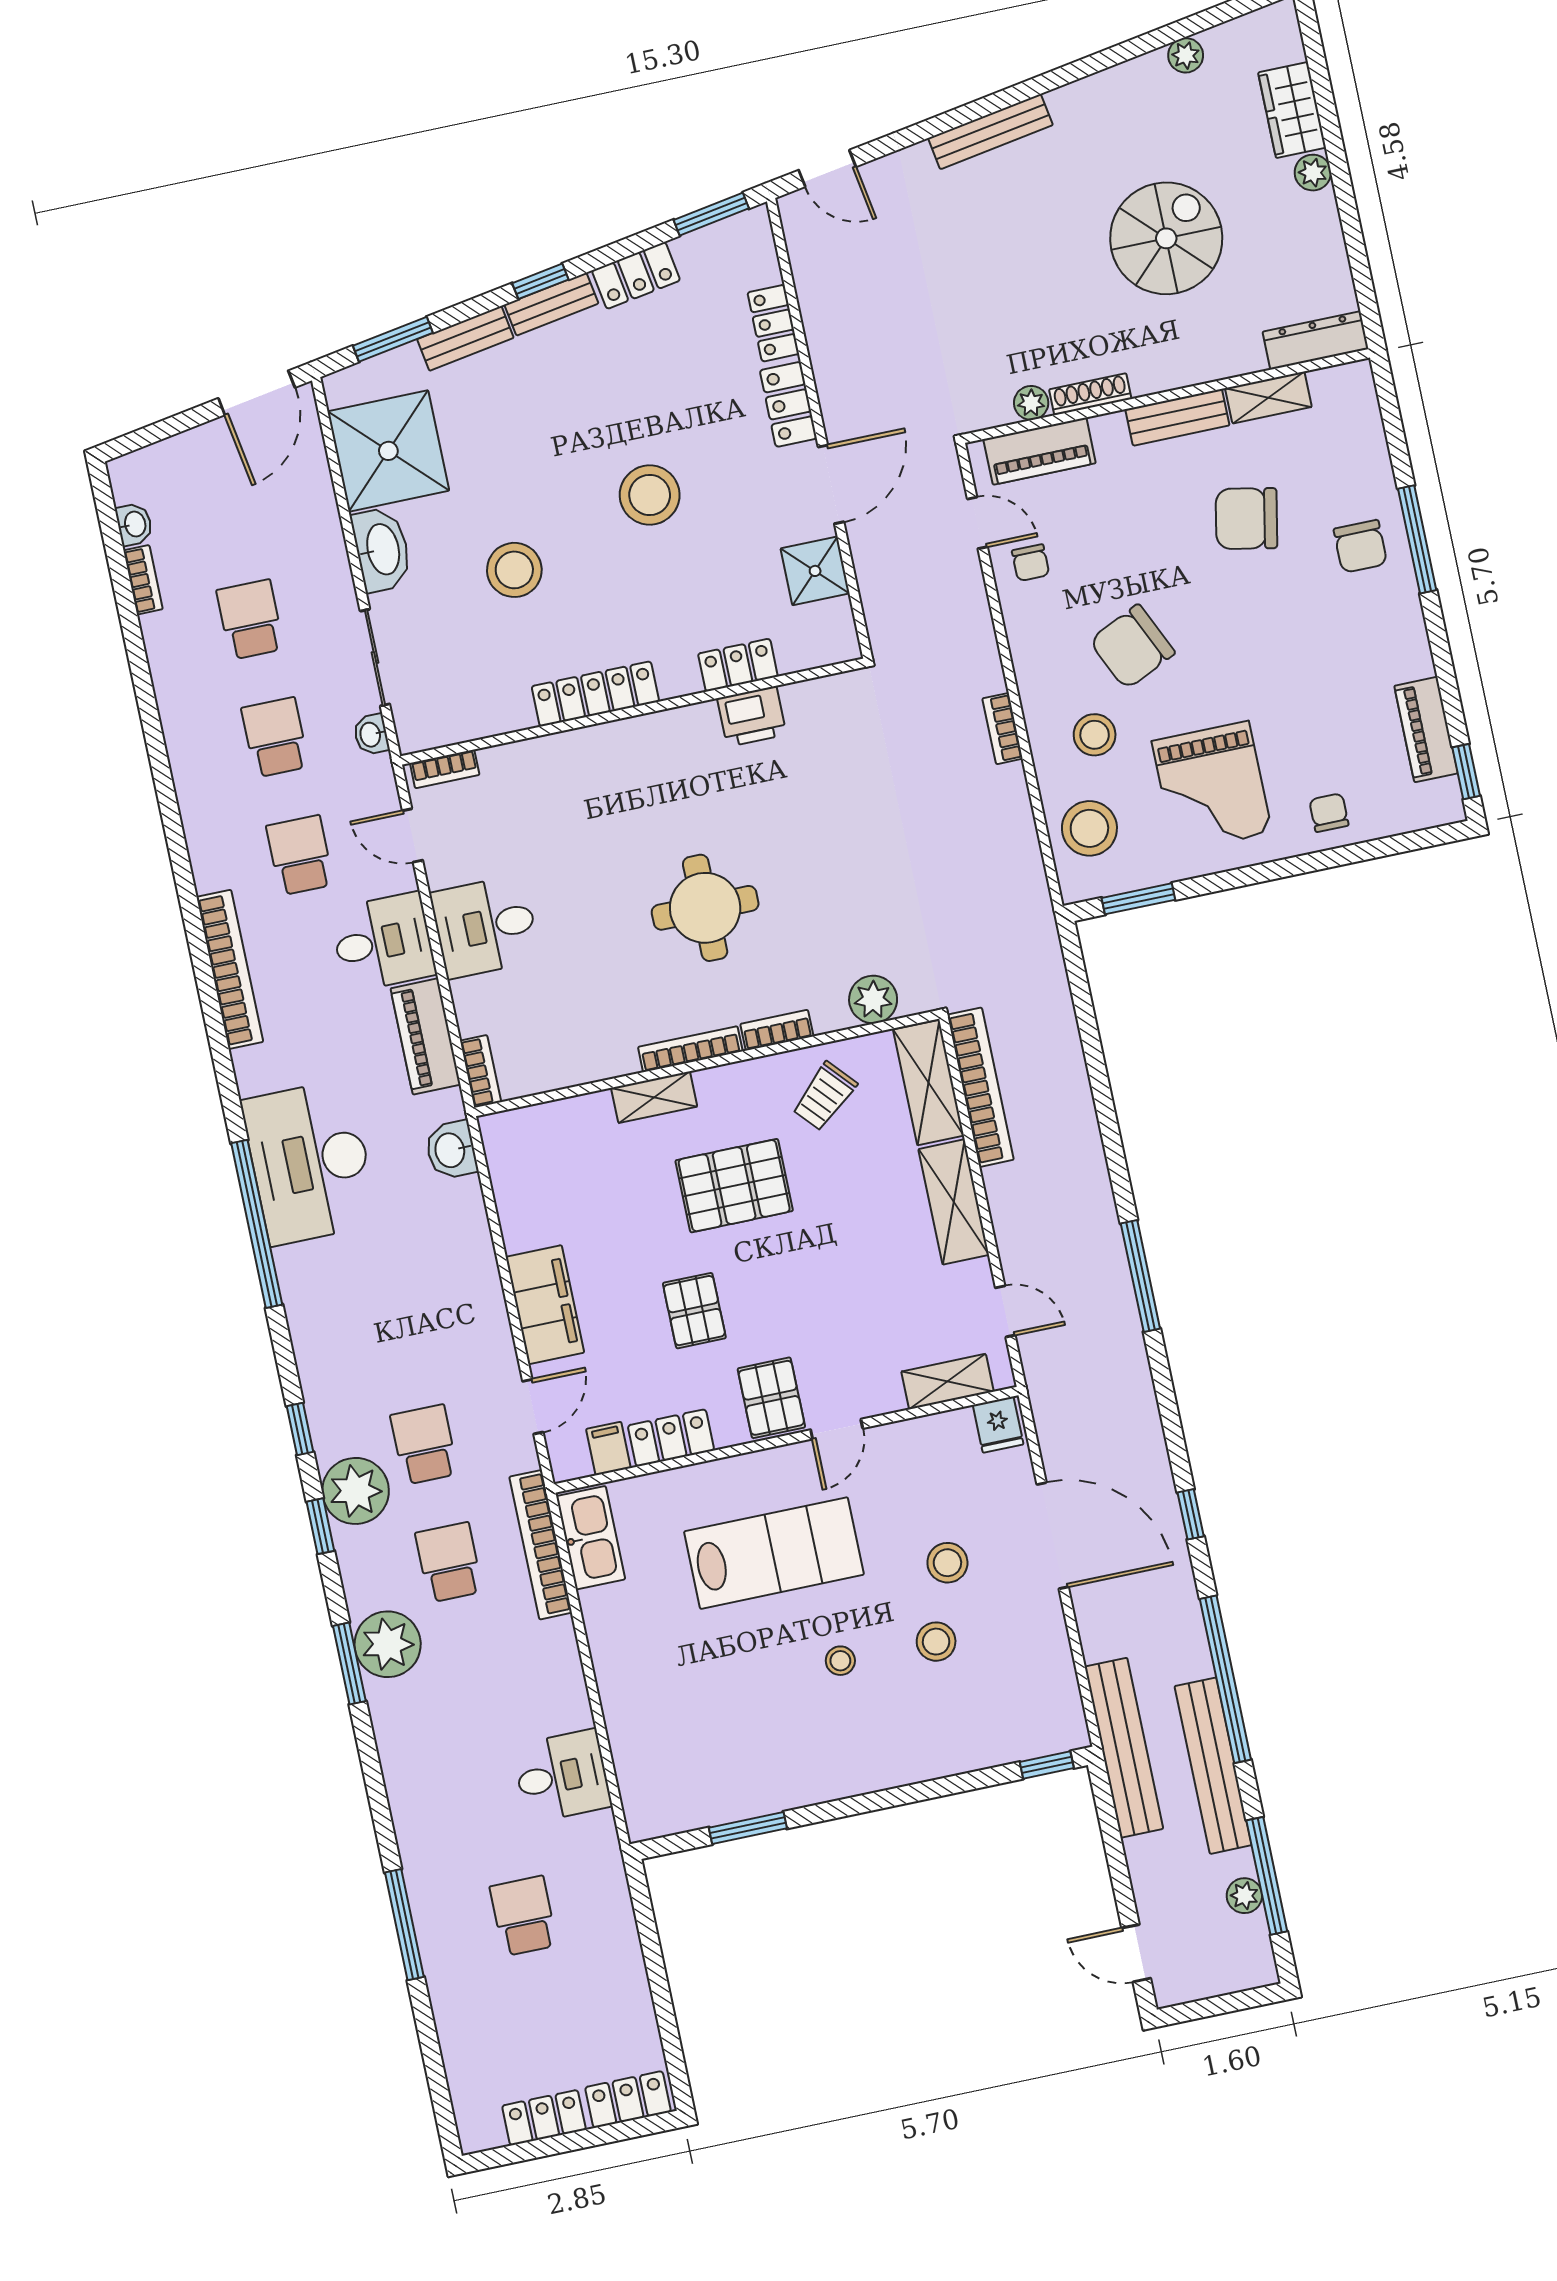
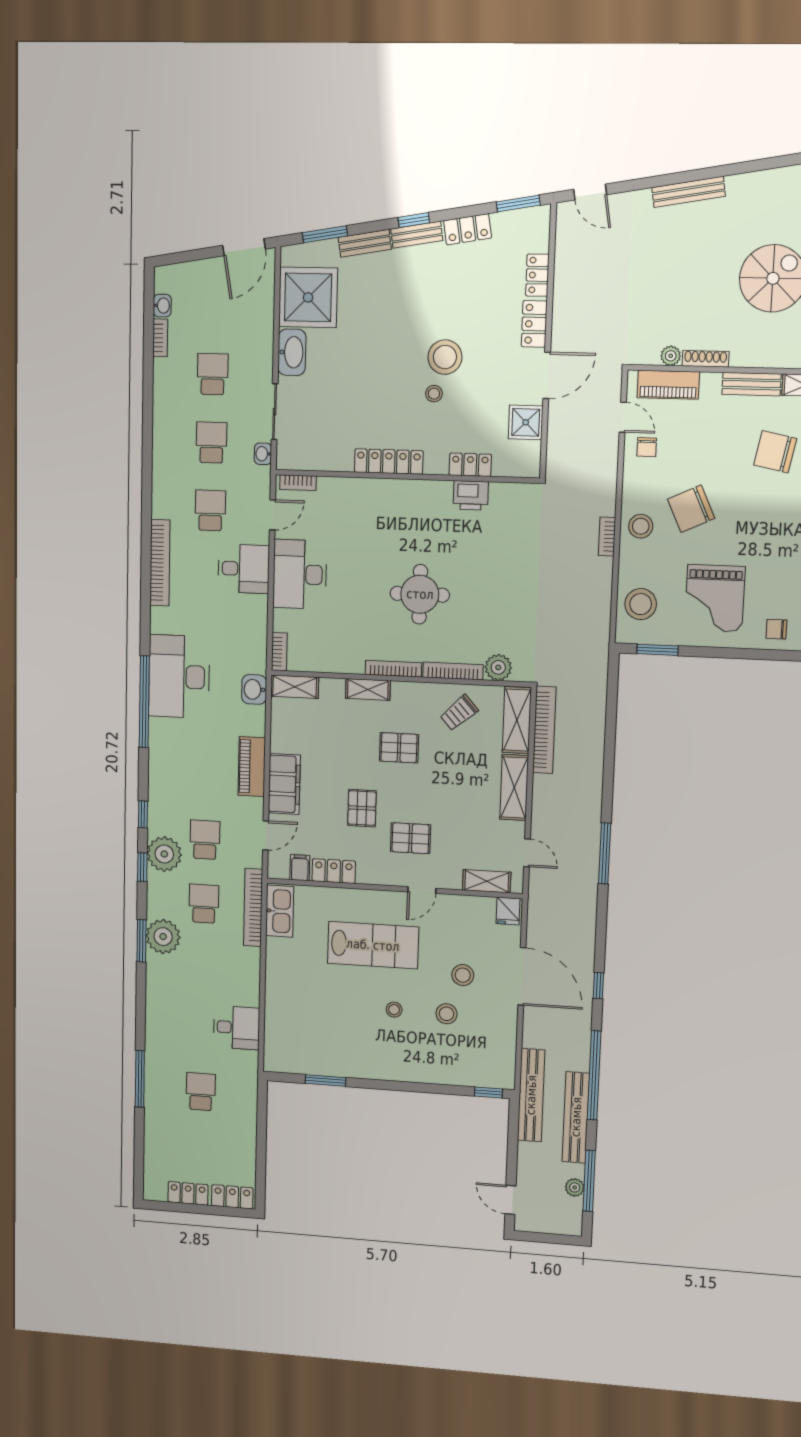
stool: (514, 570) -> (434, 394), moved, width x0.53, depth x0.53
stool: (1095, 735) -> (641, 526), moved
chair: (1329, 813) -> (776, 629), turned -90
door: (412, 836) -> (272, 515), swing flipped
desk: (485, 927) -> (300, 574), width x1.37
bookcase: (777, 1030) -> (453, 671), width x1.56
piano: (426, 1036) -> (252, 767), moved
shelving: (523, 1126) -> (295, 687), added
pallet: (734, 1186) -> (399, 748), width x0.67, depth x0.71
pallet: (771, 1398) -> (411, 838), moved, turned 90

